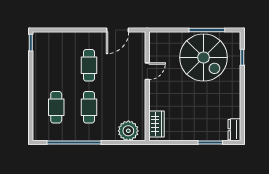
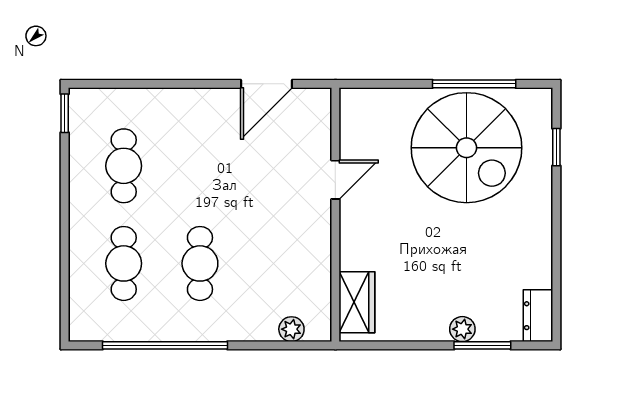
cafe table: (89, 65) -> (124, 166), moved
plant: (128, 131) -> (291, 329), width x0.53, depth x0.53
plant: (202, 135) -> (462, 329), added

